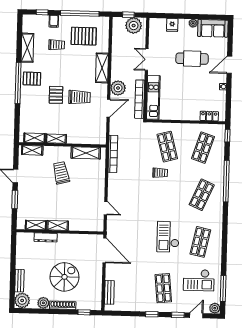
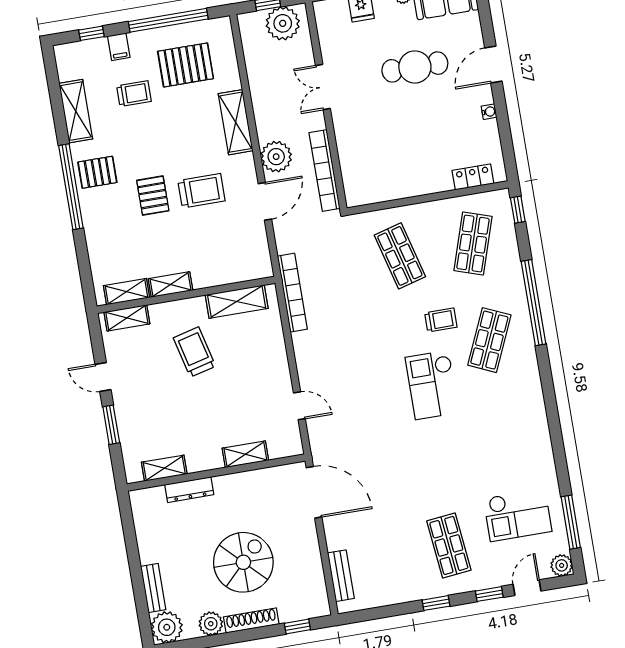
kitchen unit: (153, 97) -> (352, 161), removed
trolley: (160, 173) -> (441, 320), moved
shelving: (58, 225) -> (245, 454), moved
checkout: (168, 237) -> (432, 385), moved
shop shelf: (200, 242) -> (506, 437), removed

